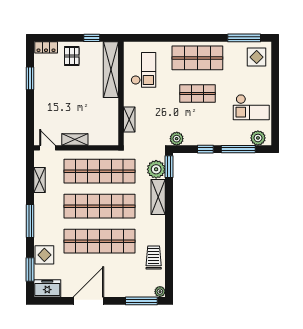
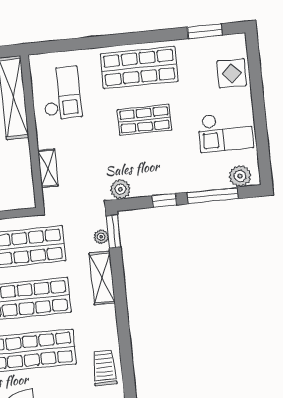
window: (244, 38) -> (205, 31), width x0.69
display table: (257, 57) -> (232, 73), moved
plant: (156, 169) -> (101, 237), width x0.53, depth x0.53

